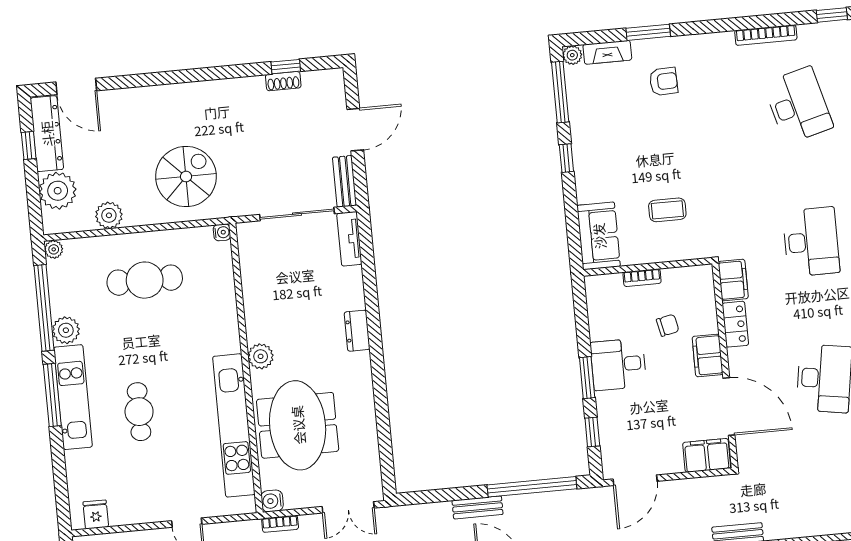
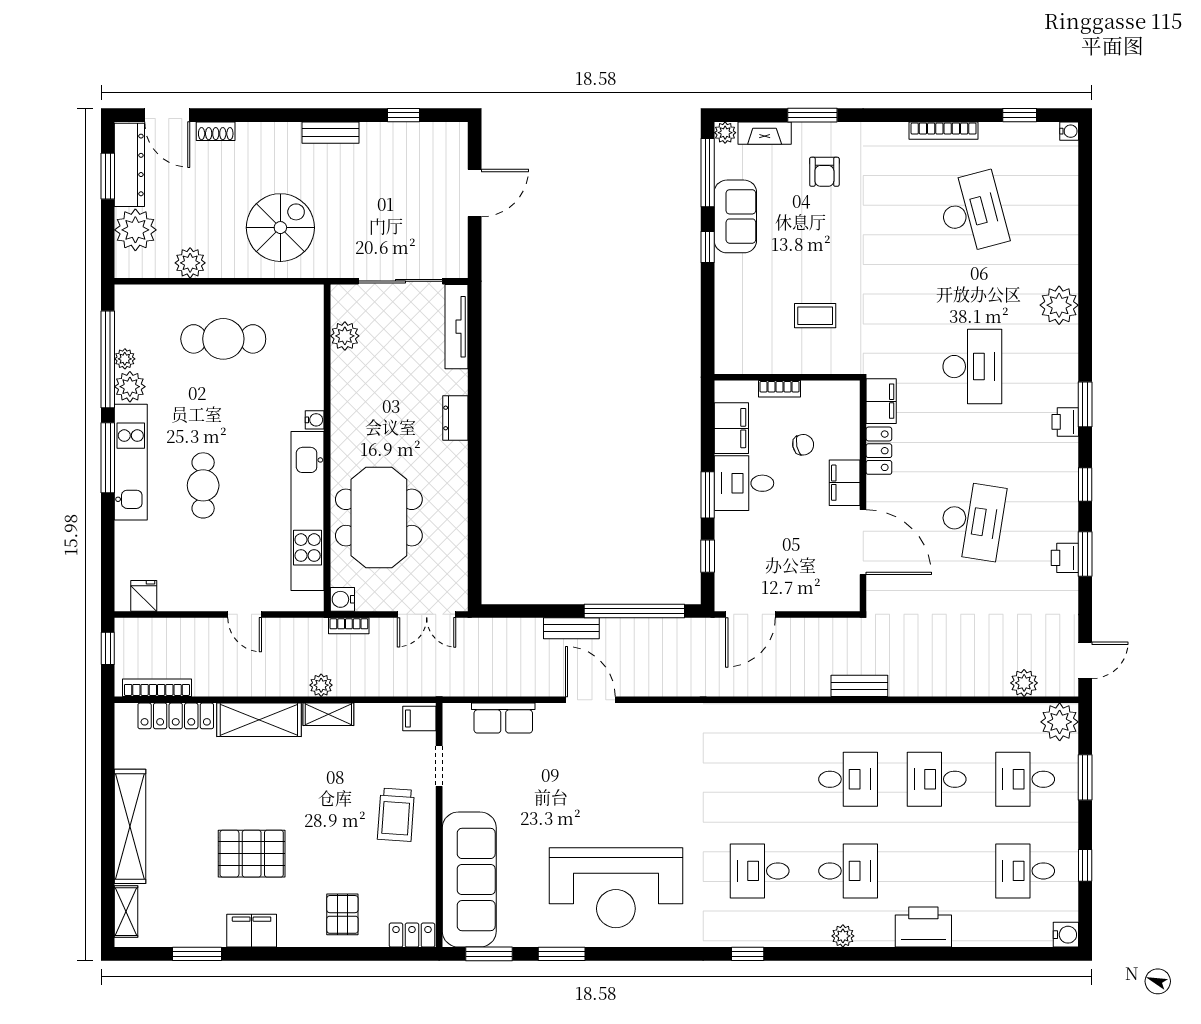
shoe rack: (283, 81) -> (216, 131), moved
armchair: (664, 81) -> (824, 172), turned 92
window: (29, 145) -> (108, 176), width x1.50
bench: (345, 181) -> (331, 133), moved, turned 90
water cooler: (222, 232) -> (315, 420), moved
sofa: (599, 236) -> (735, 216), moved
tv unit: (349, 239) -> (457, 327), width x1.41
plant: (54, 249) -> (125, 359), moved
plant: (261, 356) -> (345, 336), moved
filing cabinet: (707, 455) -> (731, 428), moved, turned 90

